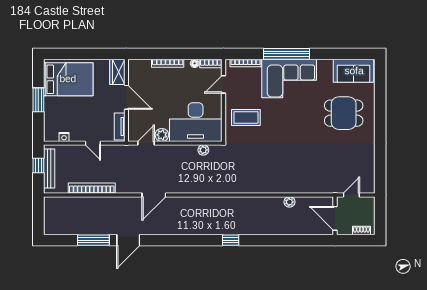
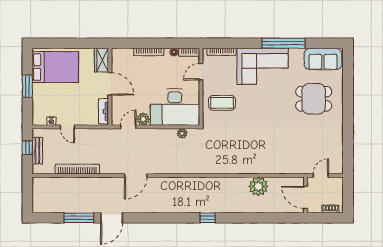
window: (287, 54) -> (283, 43), moved
door: (93, 143) -> (67, 127), moved
bench: (49, 168) -> (37, 151), width x0.73
plant: (289, 202) -> (258, 186), width x1.88, depth x1.88

